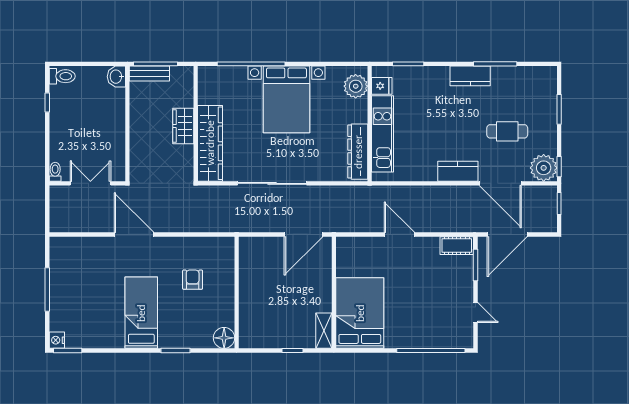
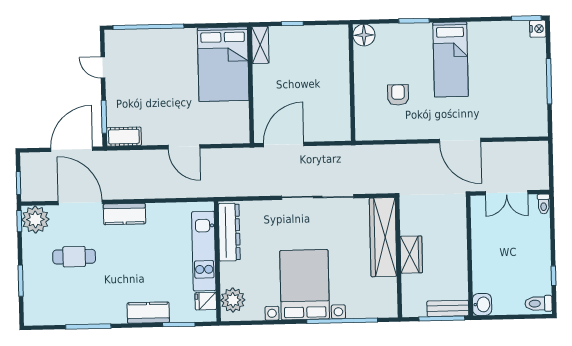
kitchen counter: (470, 76) -> (148, 313), moved
armchair: (193, 280) -> (398, 95), turned 180

